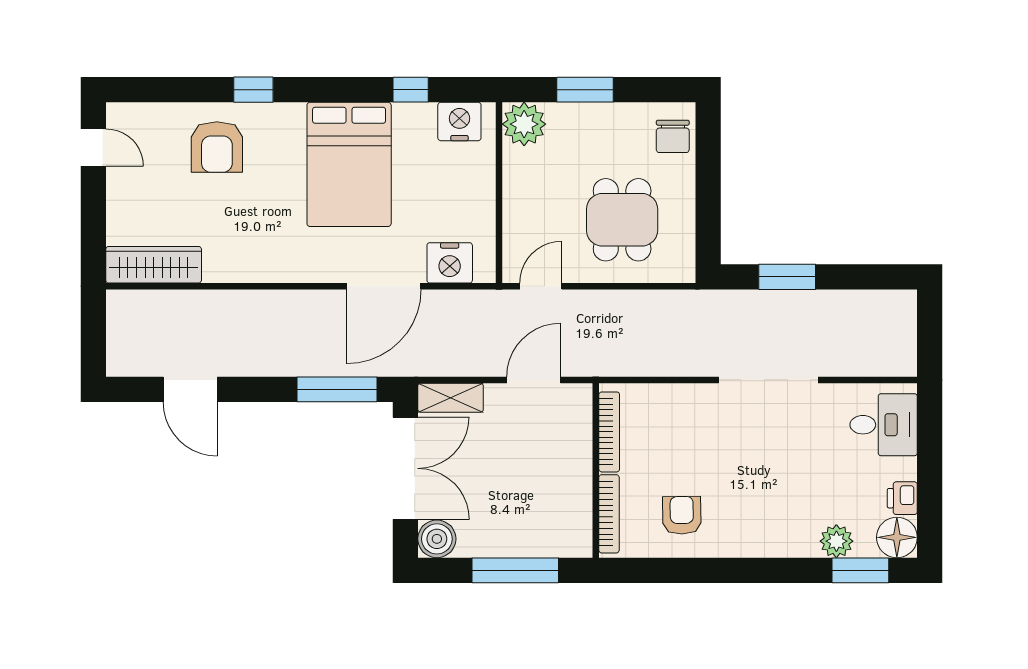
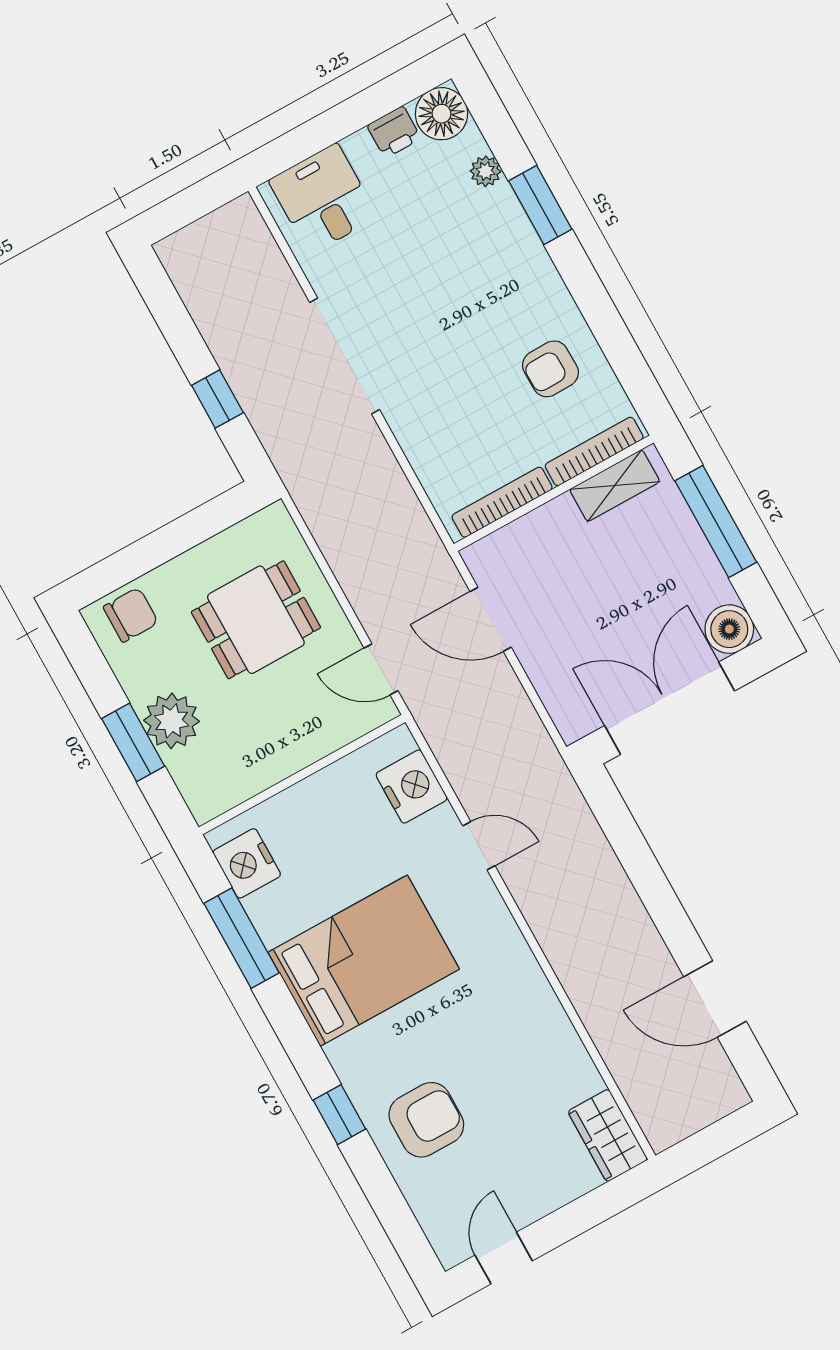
window: (411, 90) -> (242, 938), width x2.17
plant: (524, 124) -> (172, 721), moved
wardrobe: (154, 265) -> (608, 1135), width x0.67
window: (787, 277) -> (217, 399), width x0.67
door: (384, 286) -> (479, 846), width x0.53
door: (190, 389) -> (715, 999), swing flipped
window: (337, 389) -> (624, 834), removed
shelving: (451, 398) -> (615, 486), moved, turned 90
plant: (836, 541) -> (486, 171), width x0.73, depth x0.73
window: (860, 570) -> (540, 205), moved

